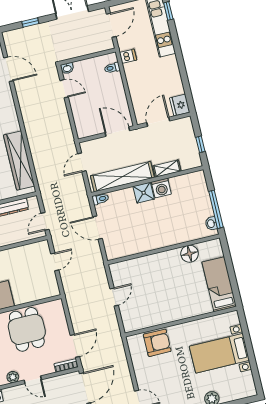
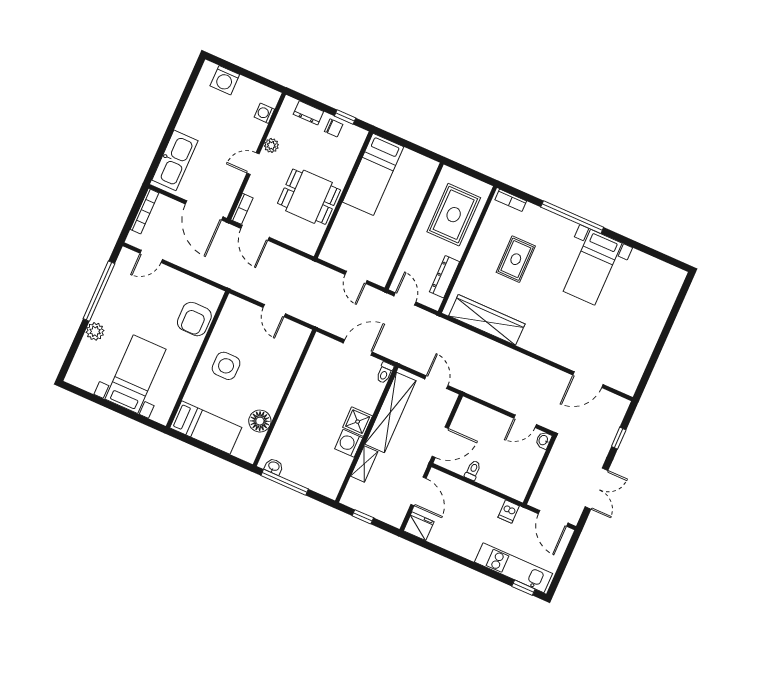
toilet: (112, 68) -> (473, 470), moved
side table: (171, 301) -> (226, 366), added

